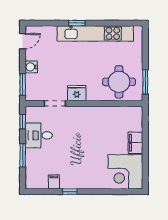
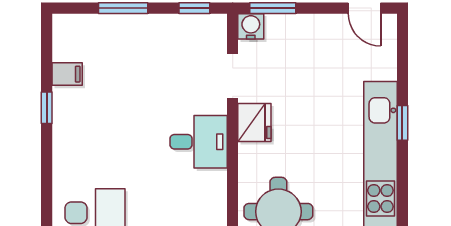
water cooler: (31, 67) -> (251, 26), moved
desk: (39, 135) -> (199, 142), moved, turned 90

